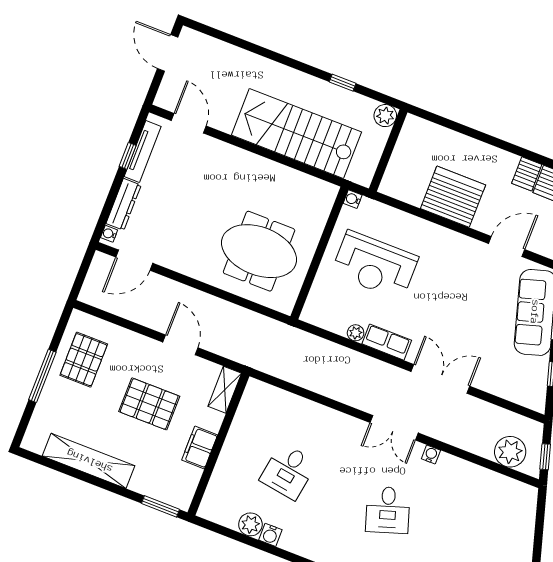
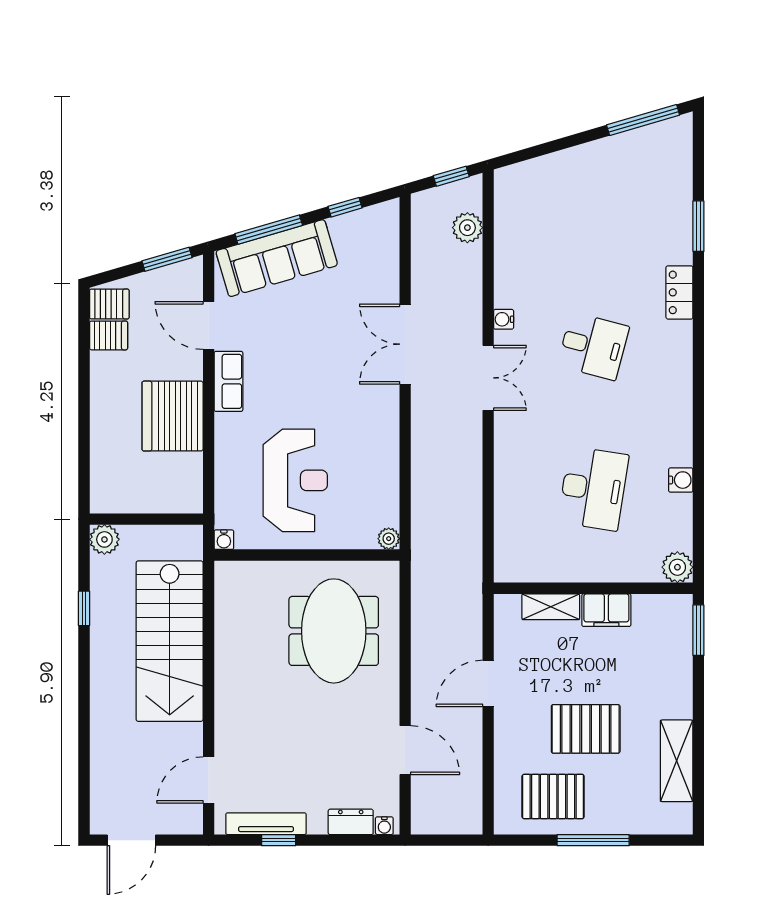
dresser: (124, 204) -> (351, 822), width x0.70
door: (134, 260) -> (405, 750), moved
plant: (356, 333) -> (389, 539), moved
row of seats: (387, 342) -> (228, 381), moved, turned 180
shelving: (225, 390) -> (551, 607), moved
pallet: (149, 404) -> (586, 729), moved, turned 90
plant: (510, 452) -> (467, 228), width x0.73, depth x0.73
shelving: (89, 461) -> (677, 761), width x0.68
desk: (288, 471) -> (593, 489), width x1.37
desk: (388, 510) -> (593, 346), turned 33
plant: (250, 524) -> (677, 567), moved

